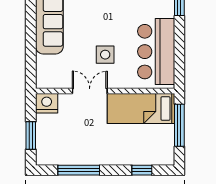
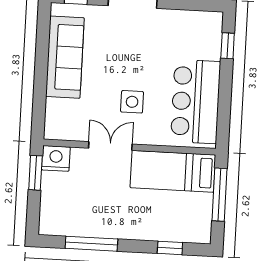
window: (31, 135) -> (35, 173), moved

